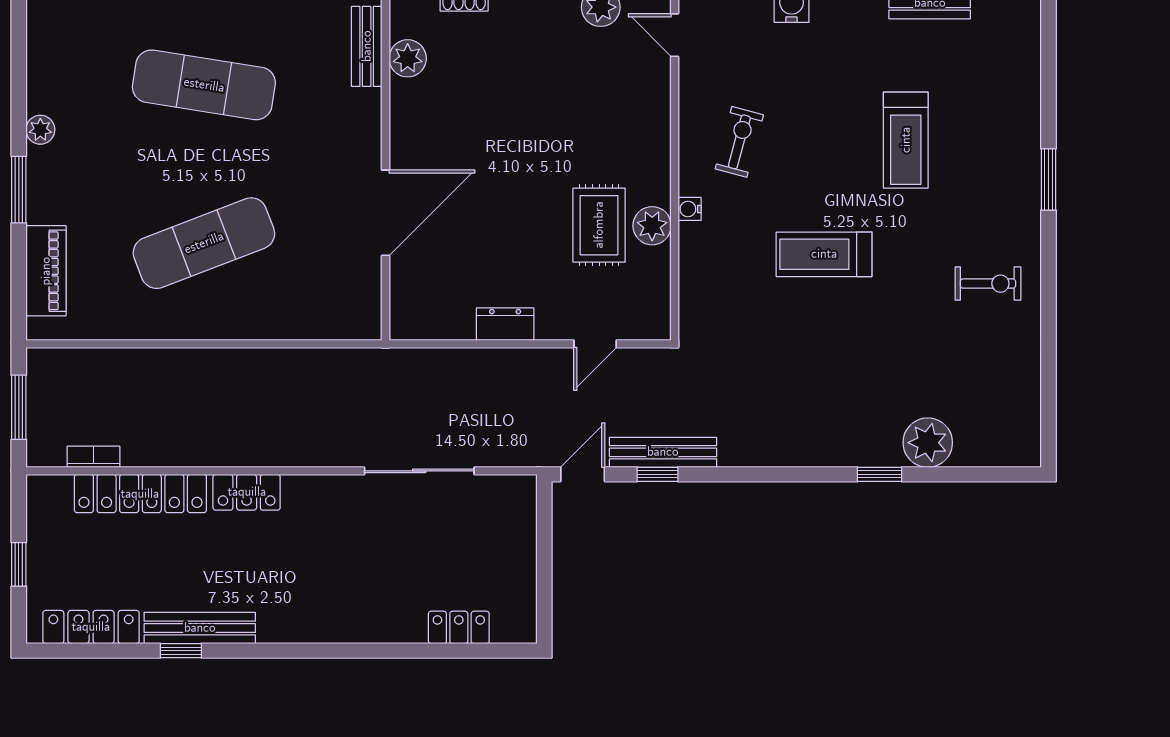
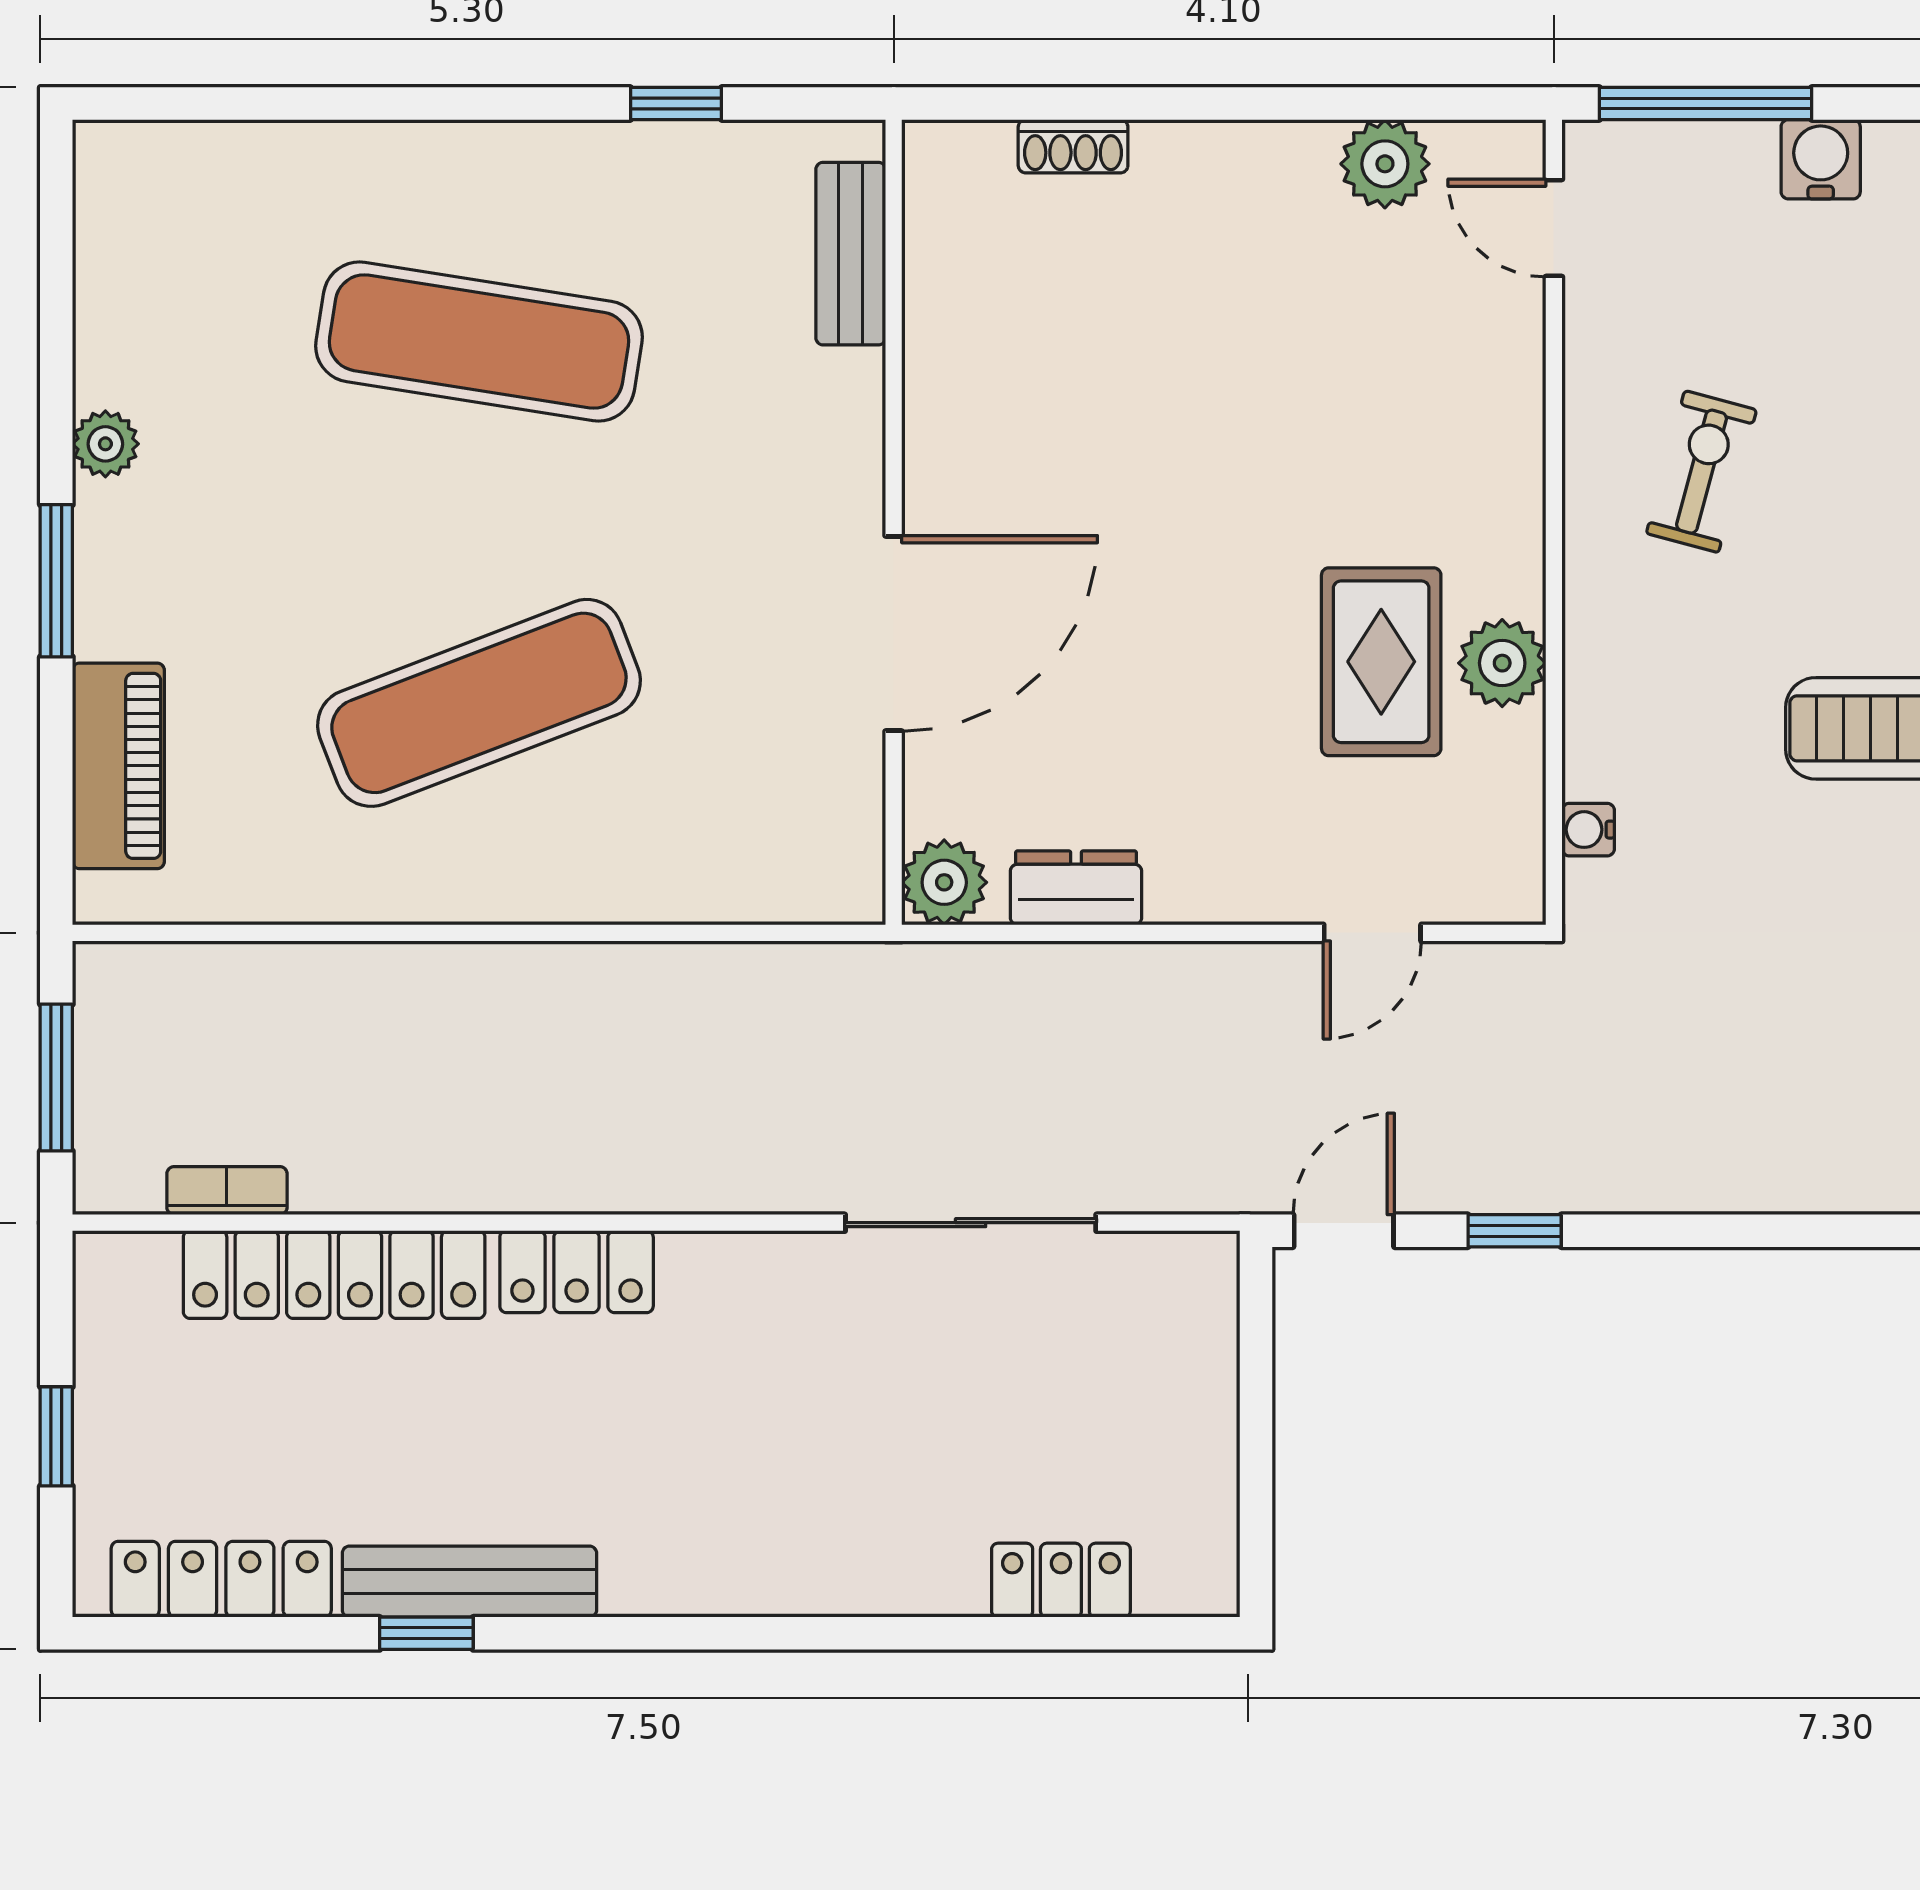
plant: (408, 58) -> (944, 882), moved
water cooler: (690, 209) -> (1588, 830), moved
dresser: (505, 324) -> (1076, 888), moved
bench: (663, 452) -> (1527, 1180), removed

